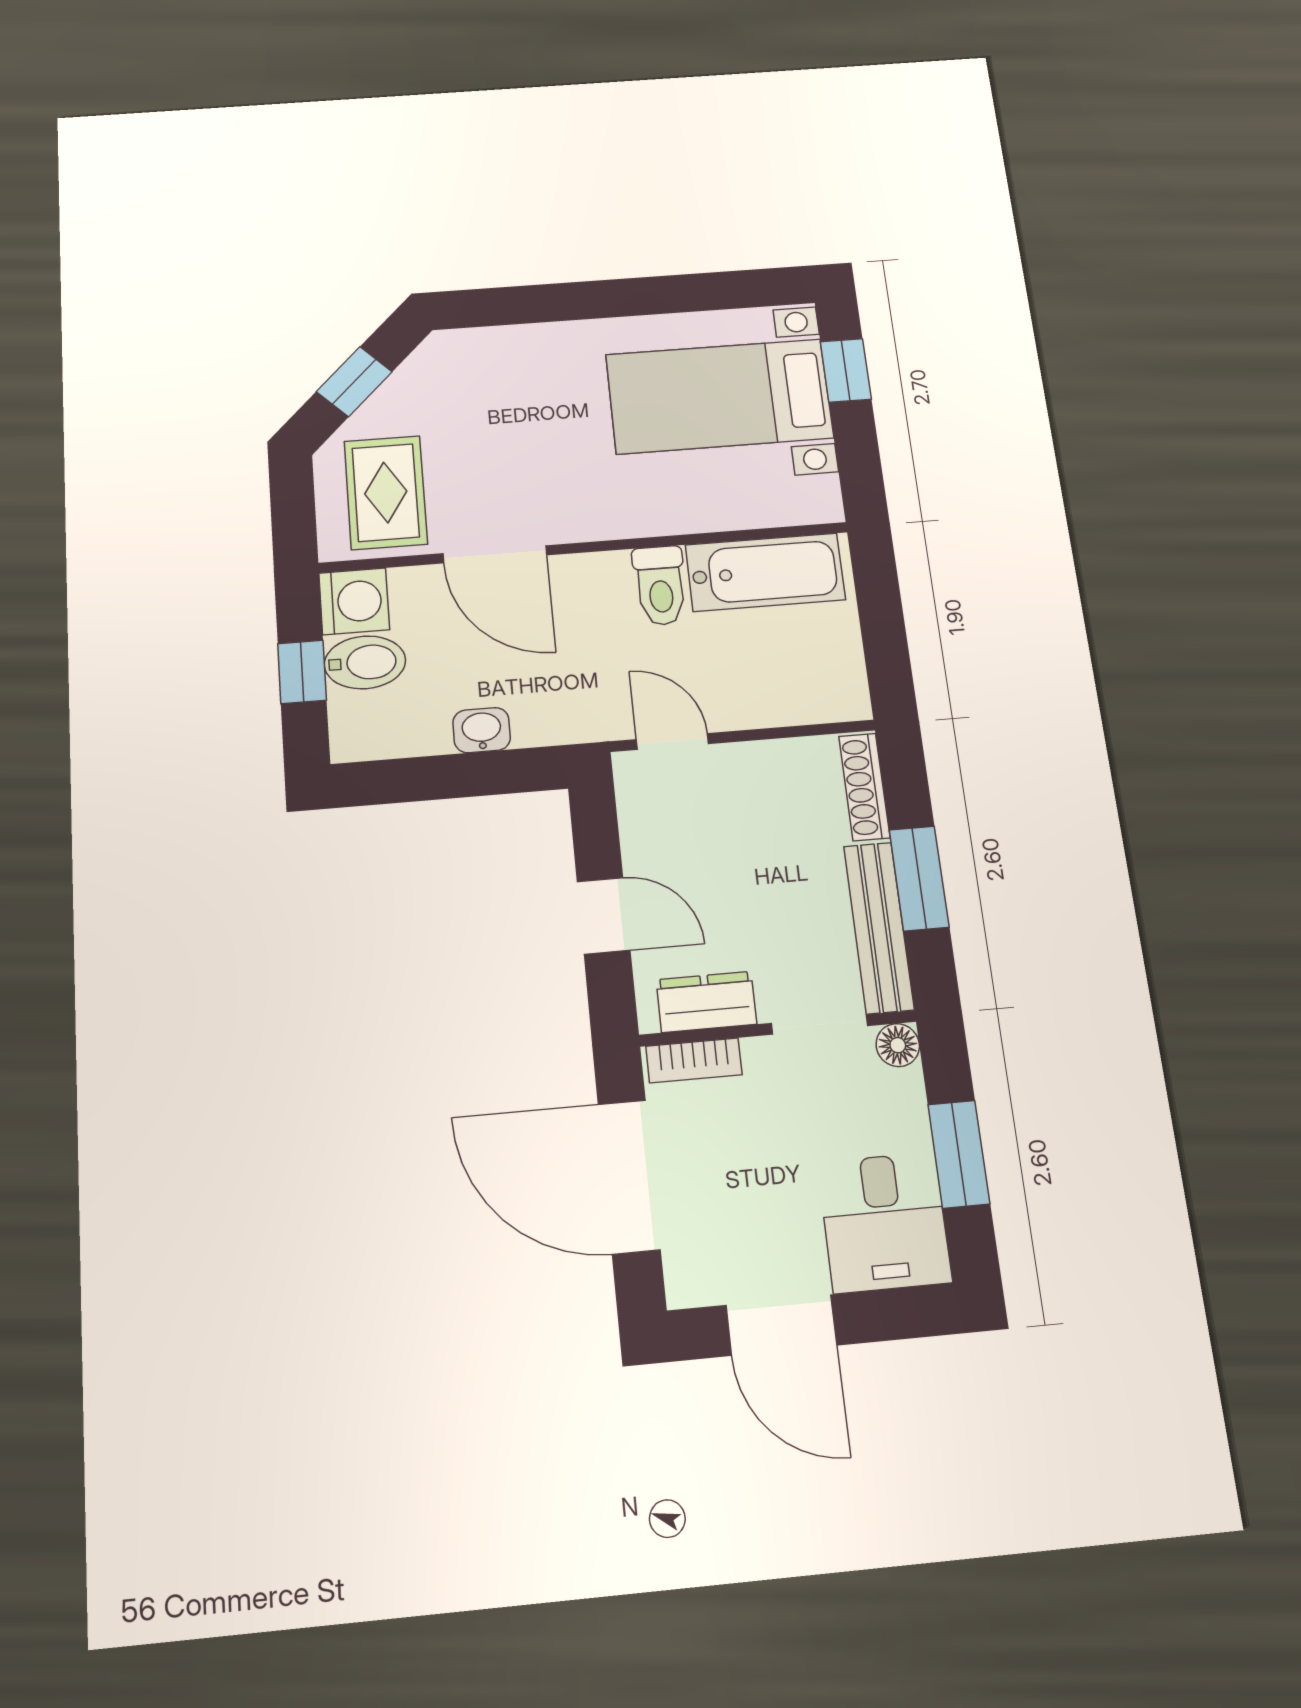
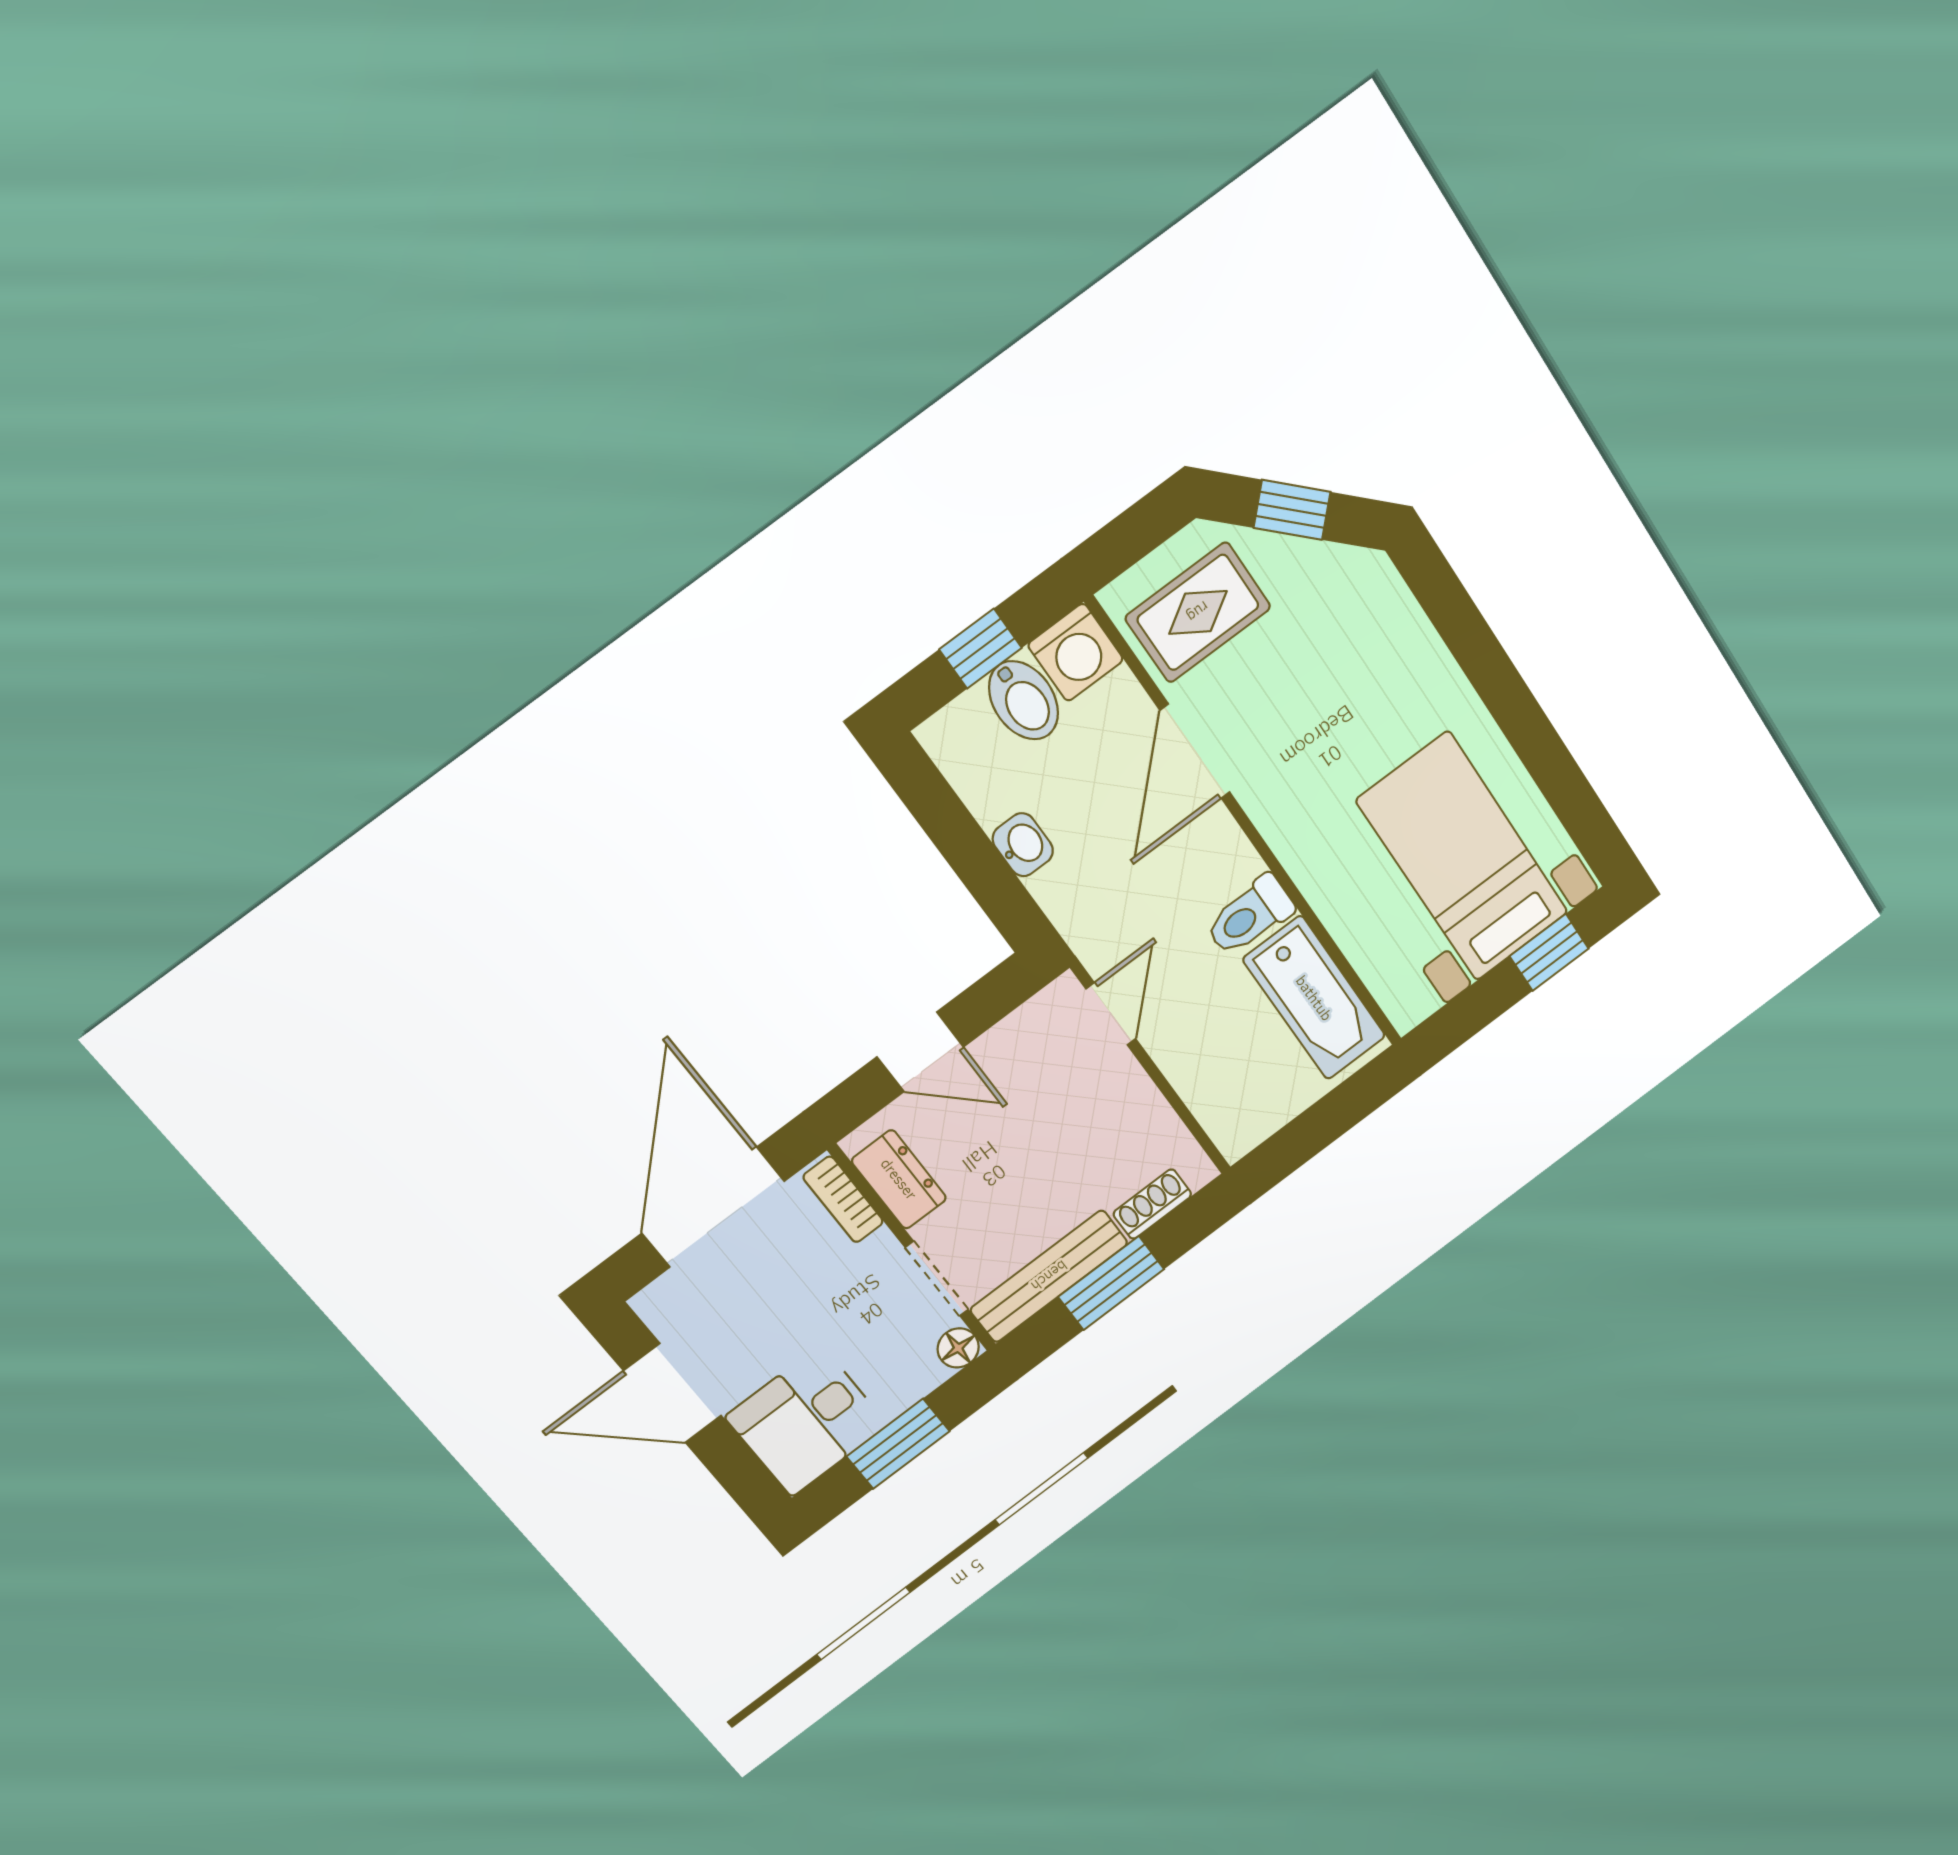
shoe rack: (864, 787) -> (1152, 1204), width x0.70
door: (604, 916) -> (920, 1052), hinge flipped
door: (781, 1325) -> (673, 1393), hinge flipped

